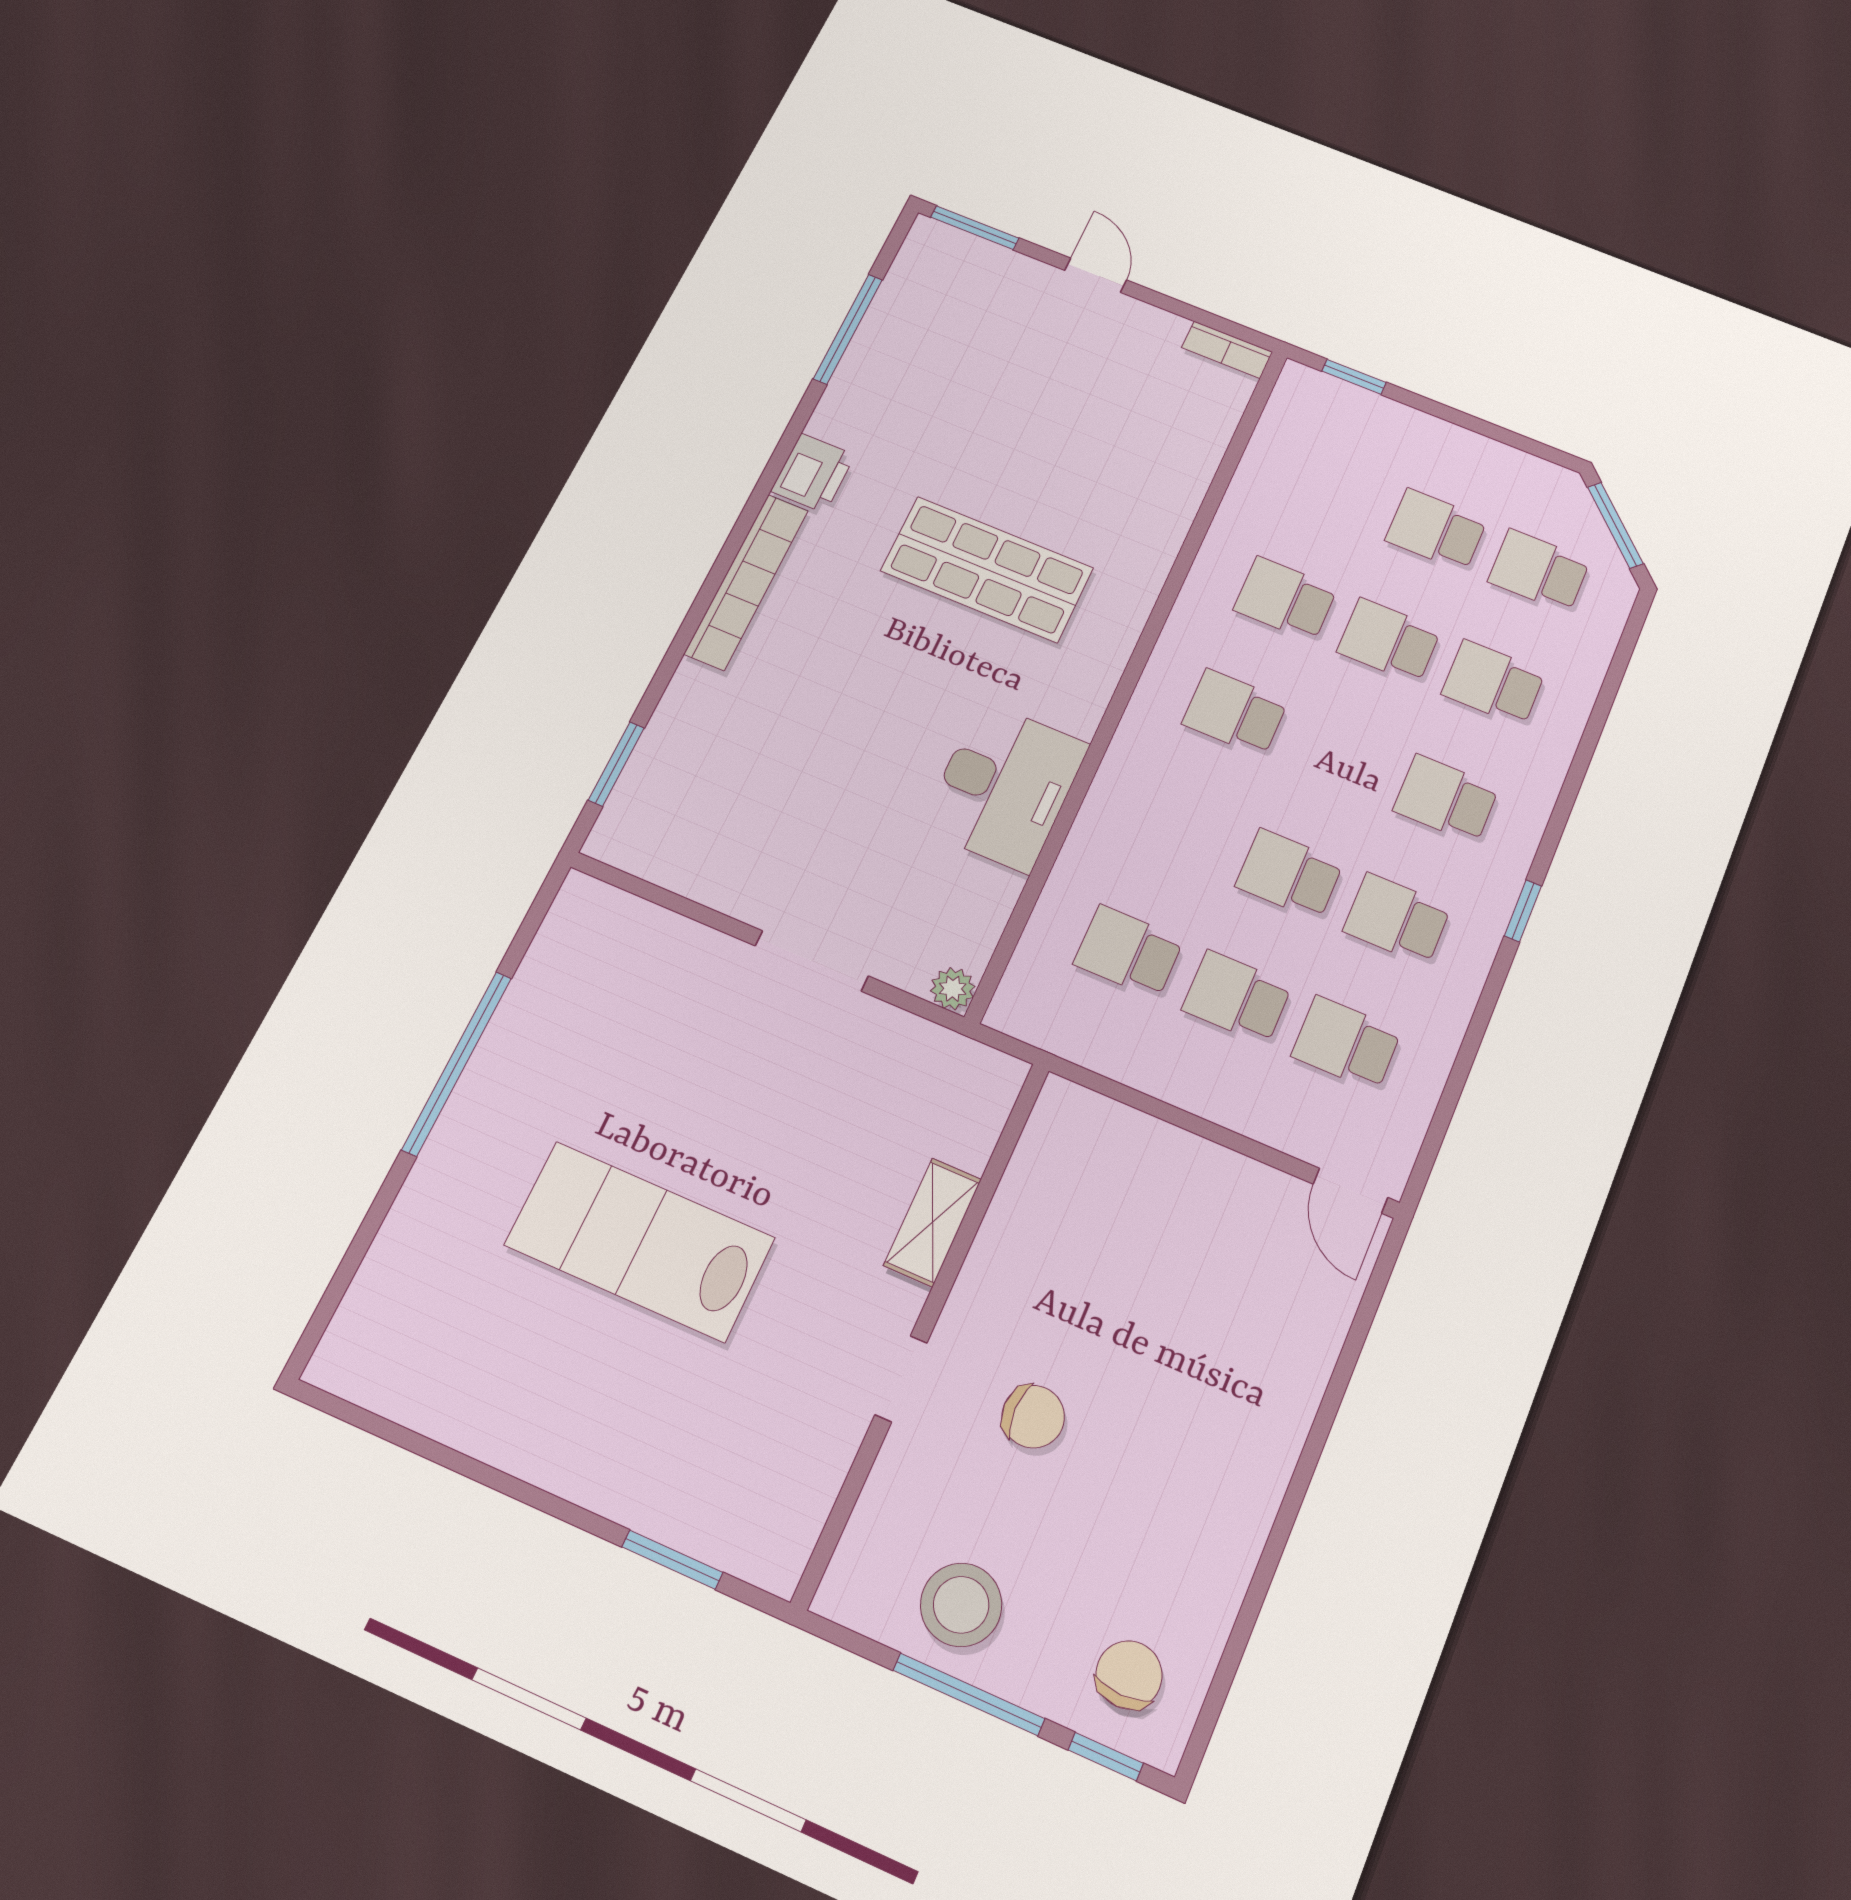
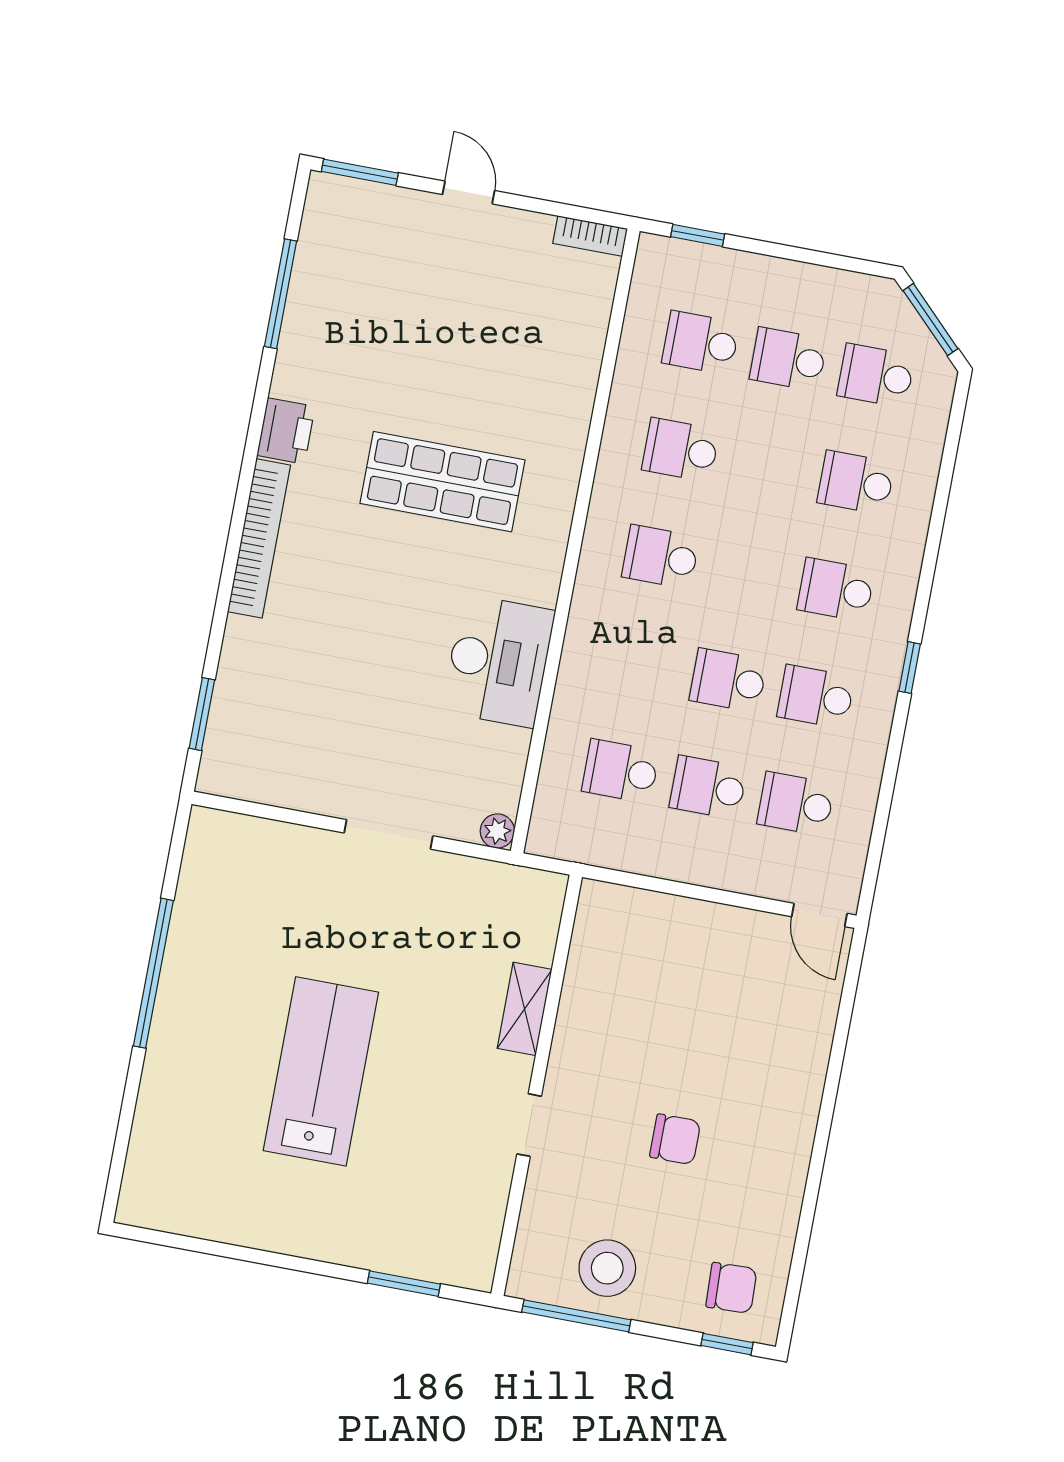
school desk: (1389, 641) -> (701, 343), moved
lab bench: (640, 1241) -> (321, 1071), turned 90
chair: (1033, 1417) -> (675, 1139), moved
chair: (1129, 1675) -> (731, 1288), turned 88
window: (969, 1694) -> (576, 1316), moved

